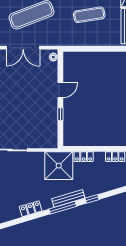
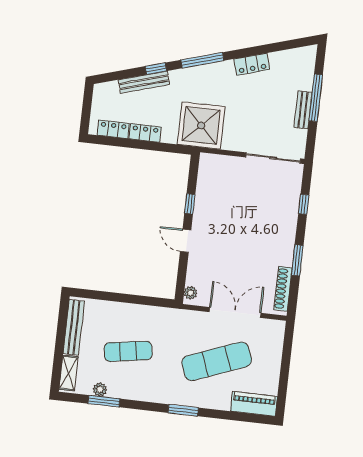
door: (60, 90) -> (186, 241), hinge flipped
locker: (84, 157) -> (145, 133), moved
bench: (68, 198) -> (144, 82), moved

